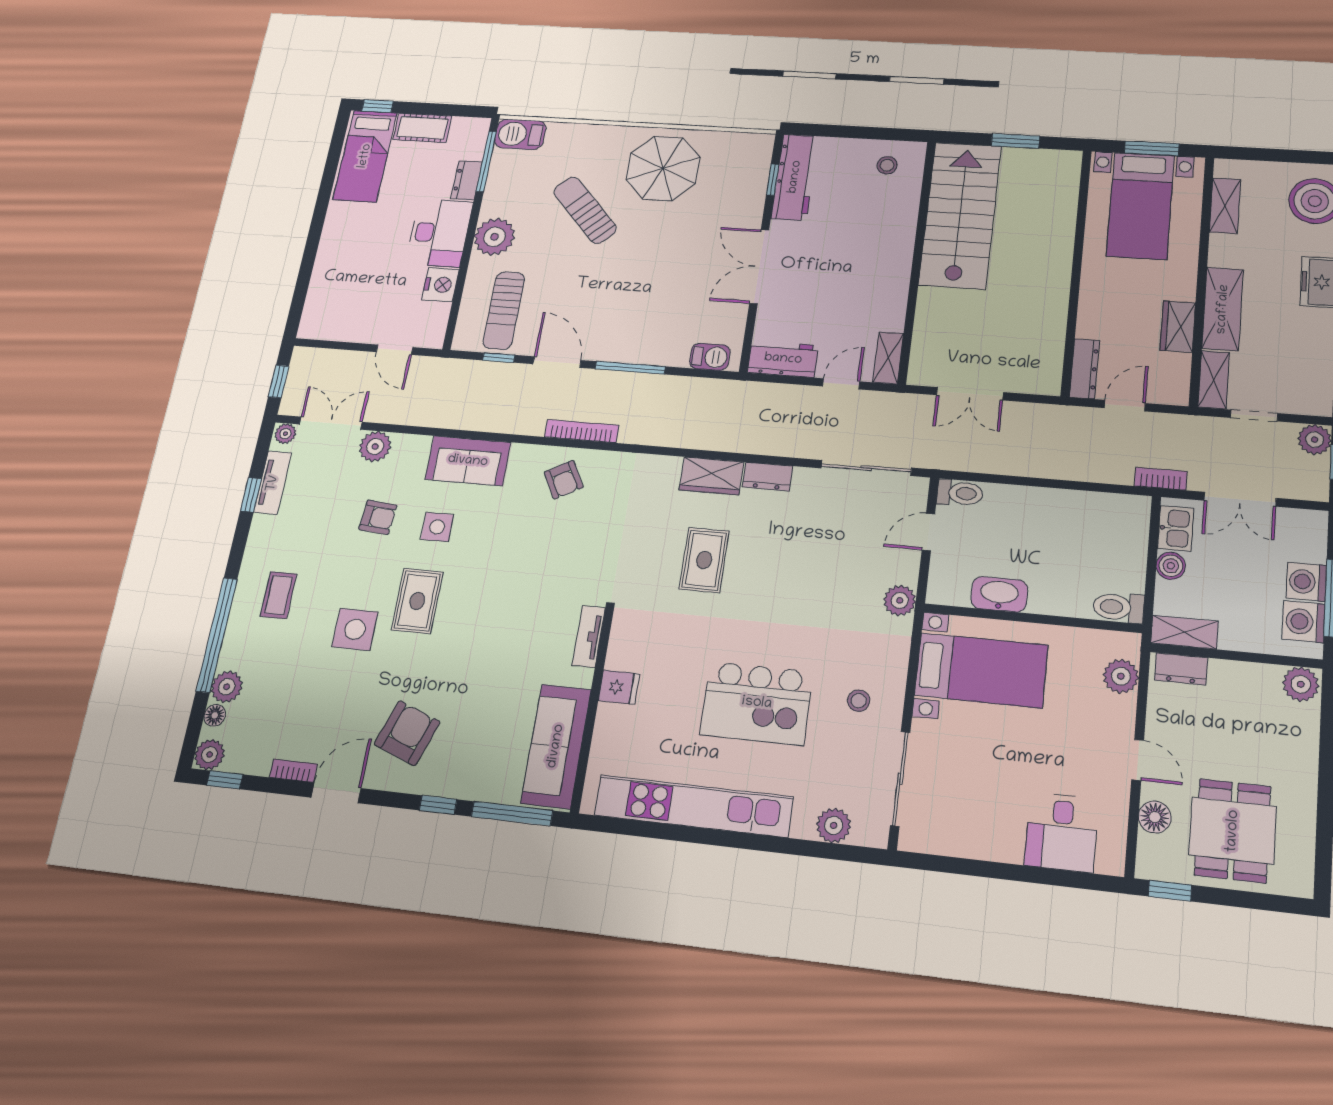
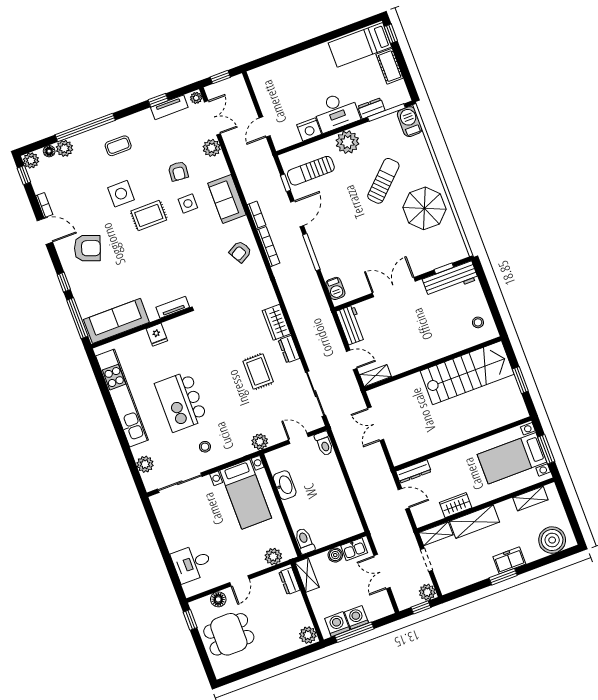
bookcase: (1161, 479) -> (257, 215), moved
rug: (704, 560) -> (258, 371), moved, turned 90

